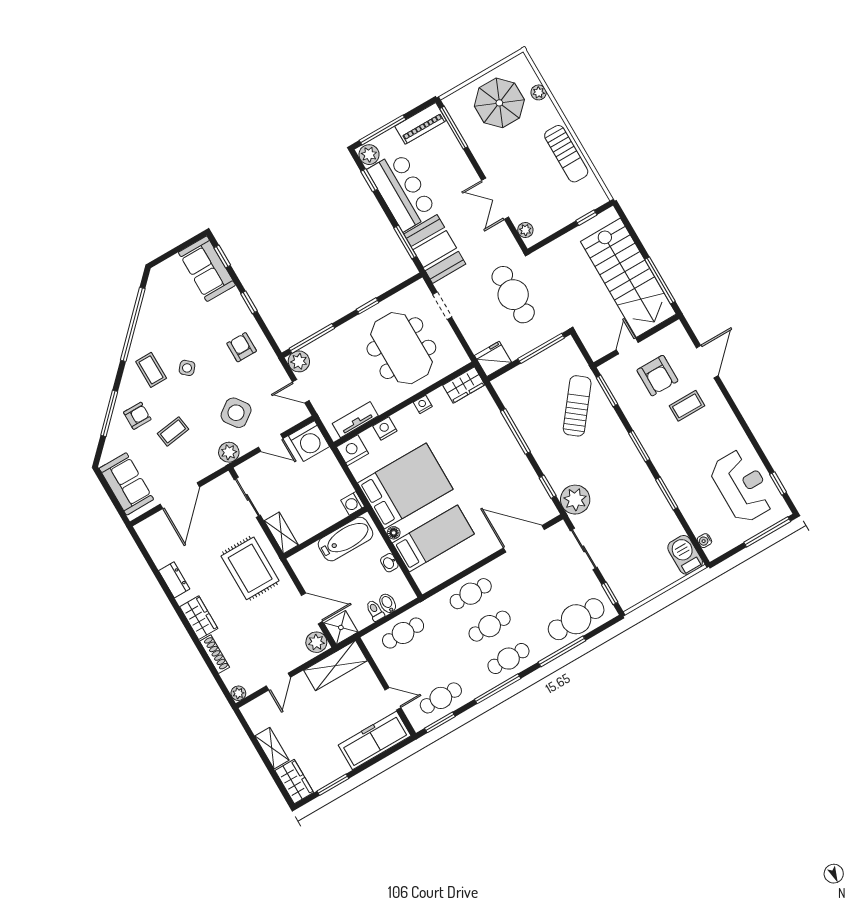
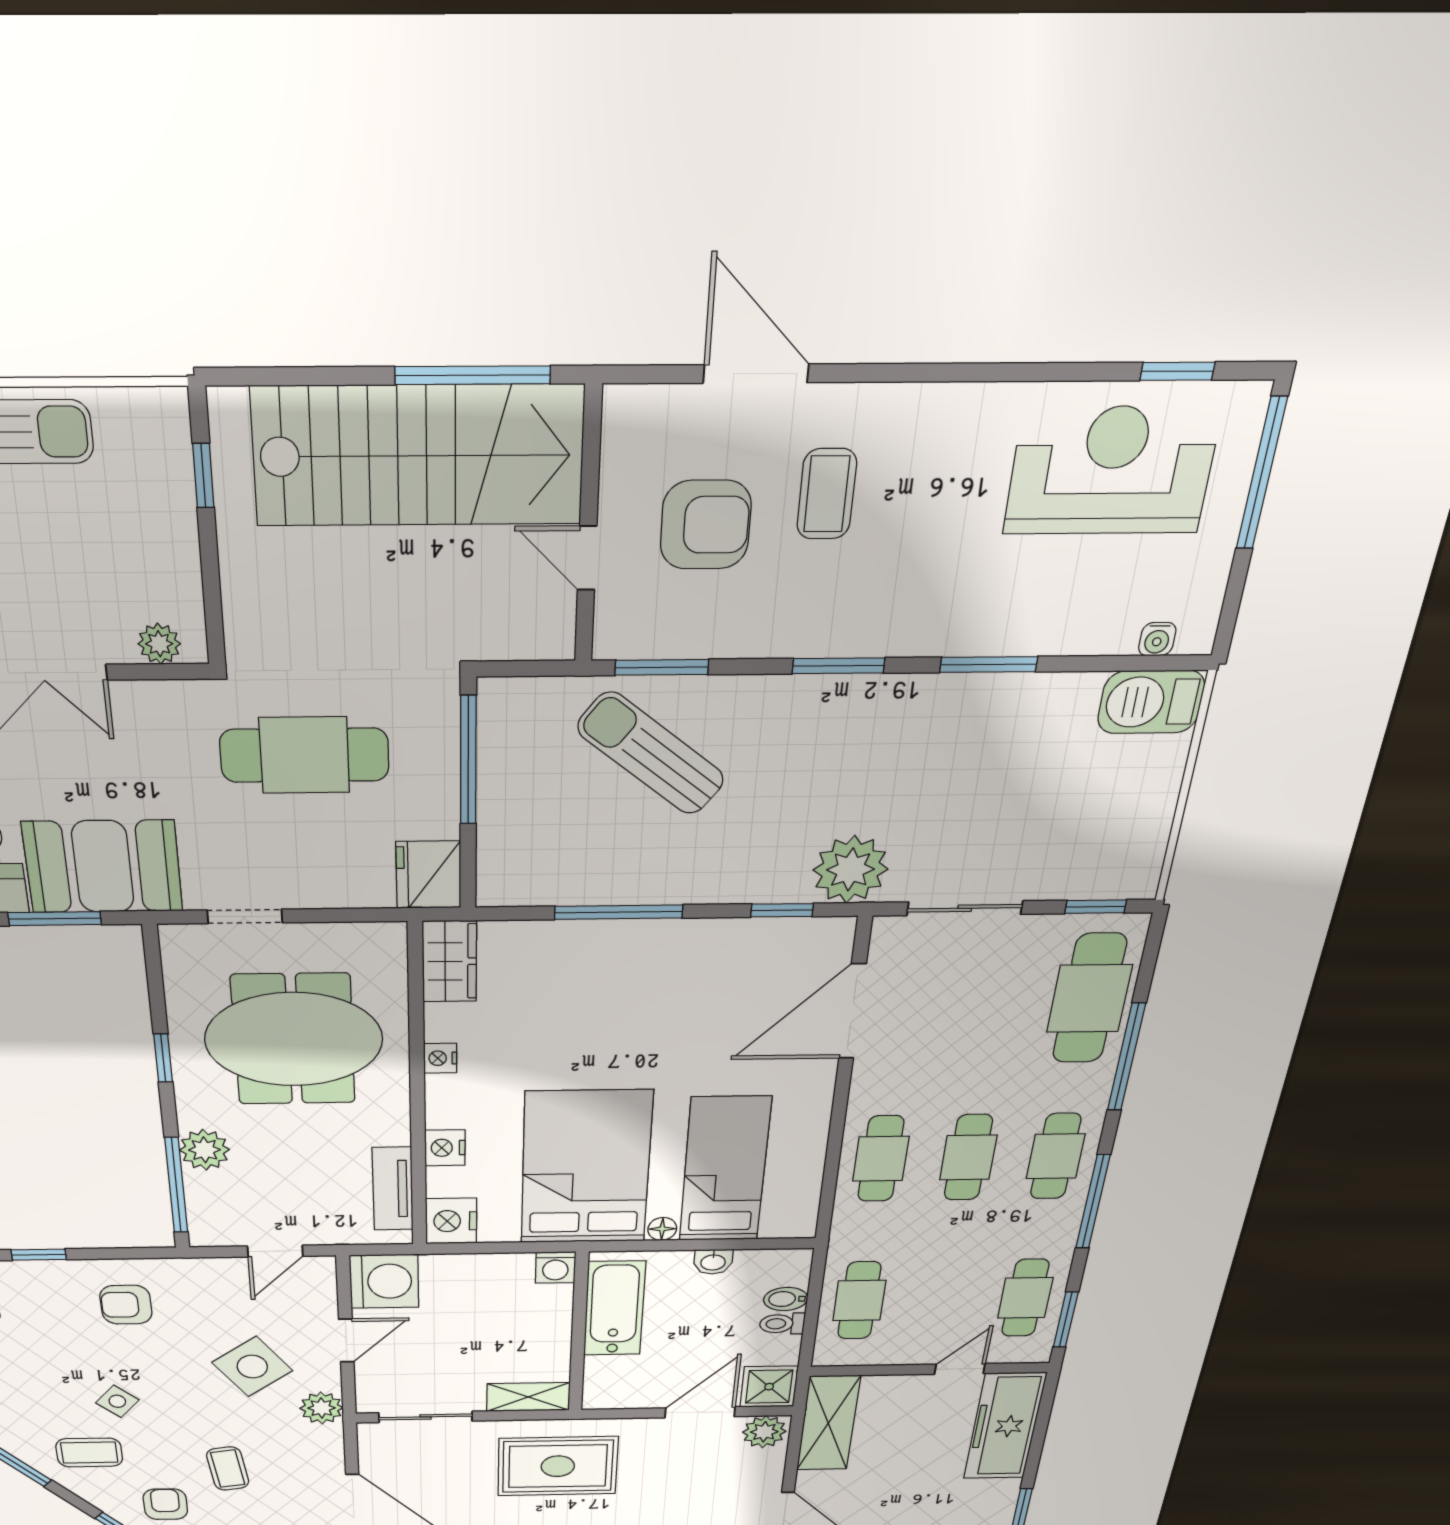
plant: (299, 361) -> (204, 1150), moved

